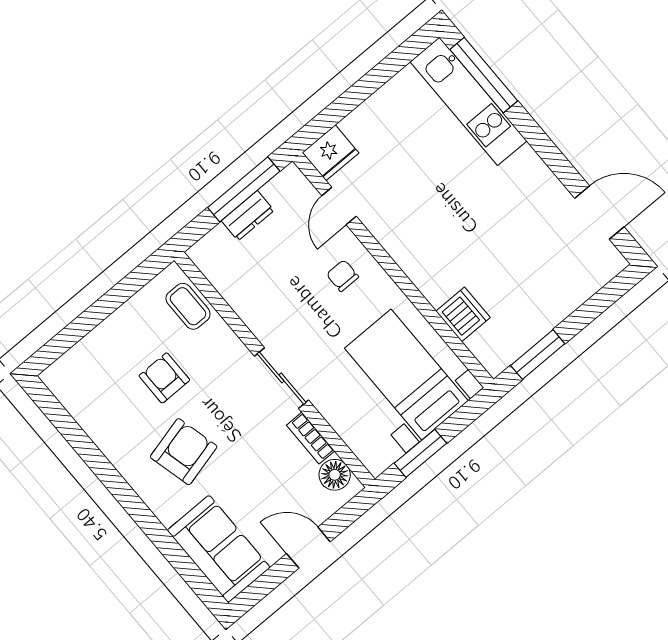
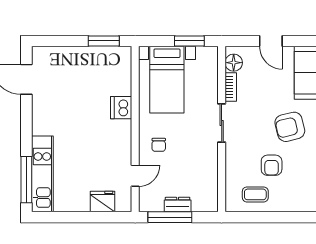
fridge: (331, 153) -> (102, 202), moved
coffee table: (188, 306) -> (255, 194), moved, turned 90
dishwasher: (463, 314) -> (121, 108), moved

